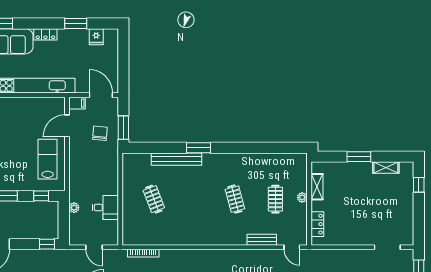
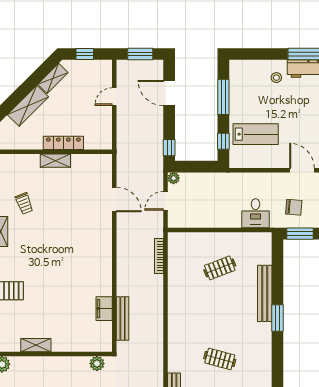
lab bench: (48, 159) -> (256, 134), moved
clothes rail: (235, 199) -> (220, 359), turned 30
desk: (105, 207) -> (256, 213), moved
plant: (74, 208) -> (174, 178), moved

